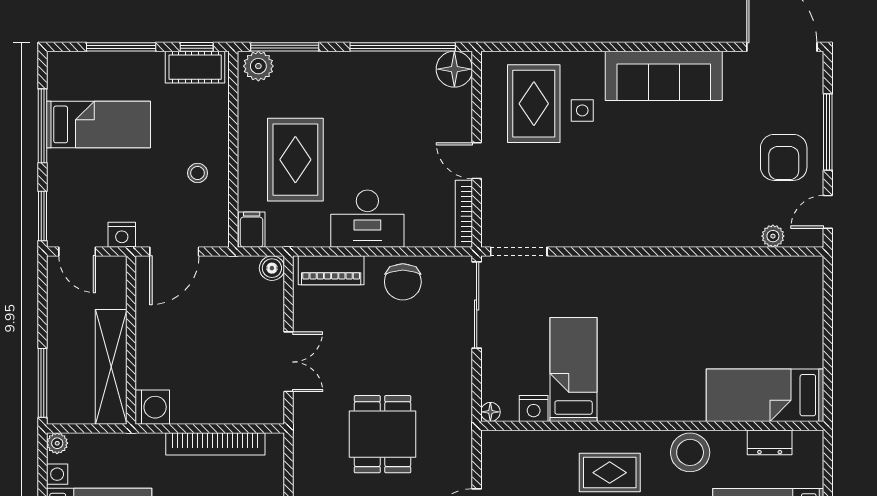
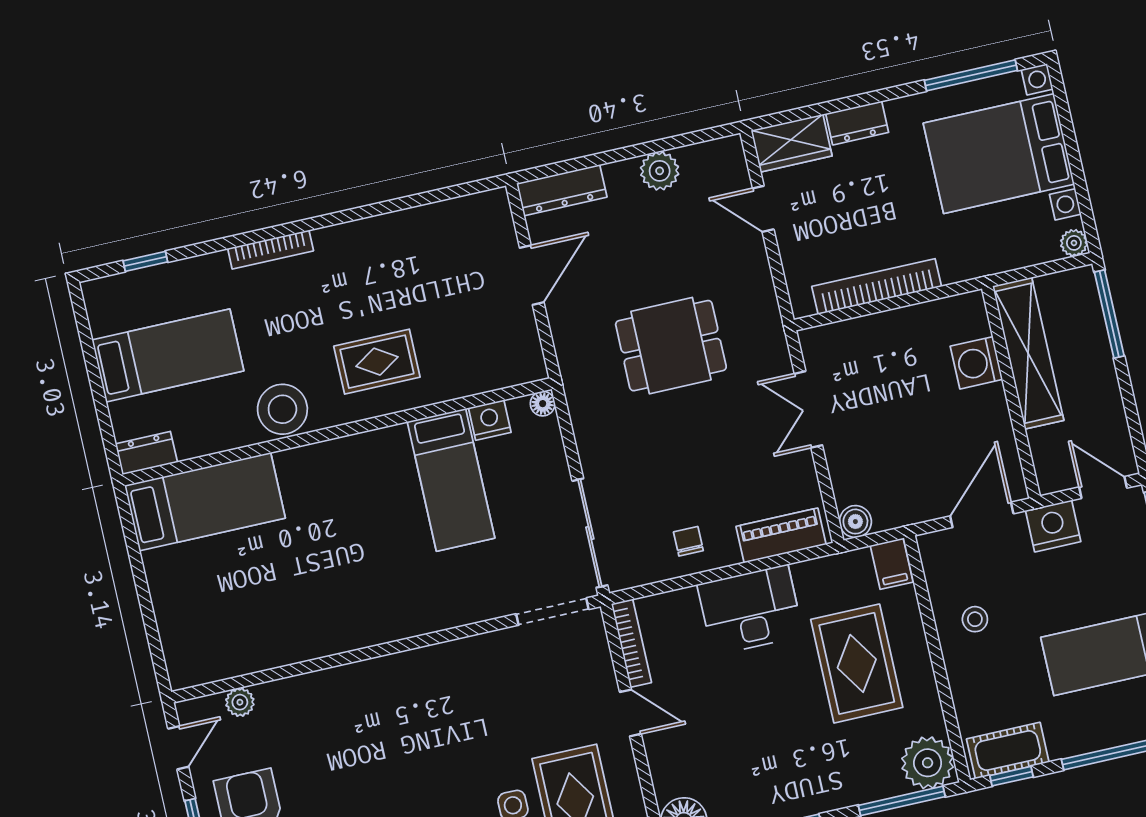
plant: (258, 66) -> (928, 763), width x1.36, depth x1.36
nightstand: (122, 235) -> (1053, 526), width x1.36, depth x1.33
chair: (403, 282) -> (688, 541), width x0.54, depth x0.54
washing machine: (152, 407) -> (976, 363), moved
dining table: (383, 434) -> (671, 346), turned 90
dresser: (770, 442) -> (146, 453), moved

